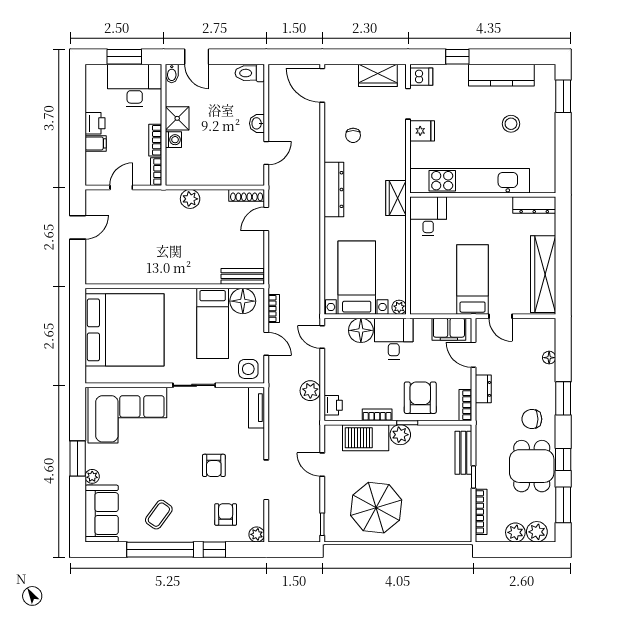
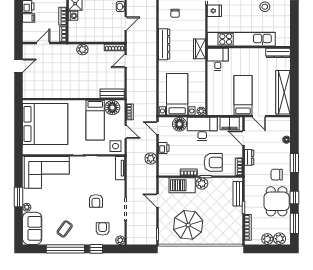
desk: (394, 339) -> (202, 129), width x1.37
armchair: (420, 398) -> (213, 162), turned 90
printer: (333, 405) -> (164, 148), moved

